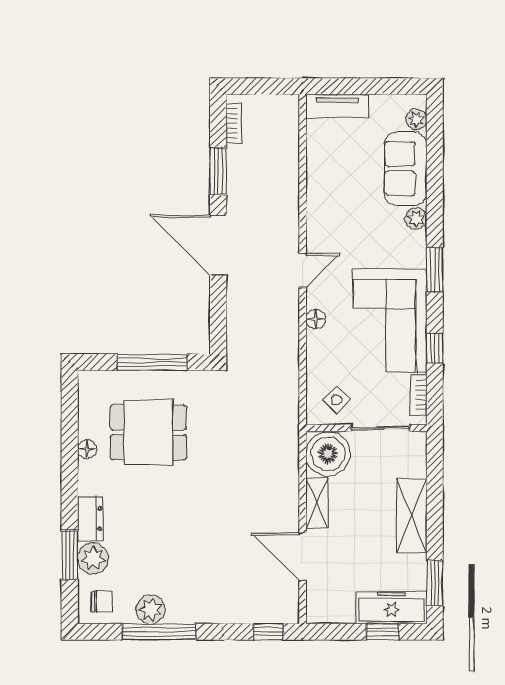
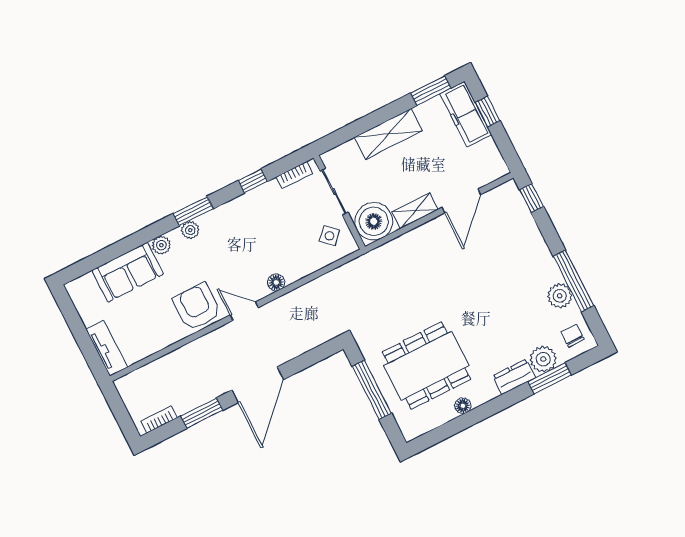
plant: (416, 119) -> (190, 230), moved
armchair: (332, 223) -> (197, 307), added
corner sofa: (390, 321) -> (249, 225), removed
dining table: (148, 432) -> (426, 366), width x1.38

